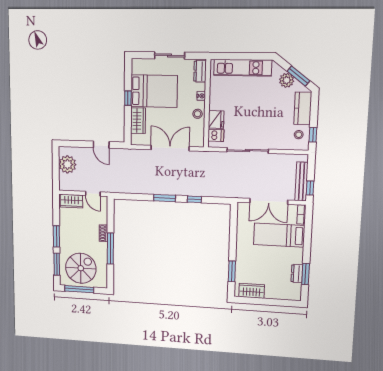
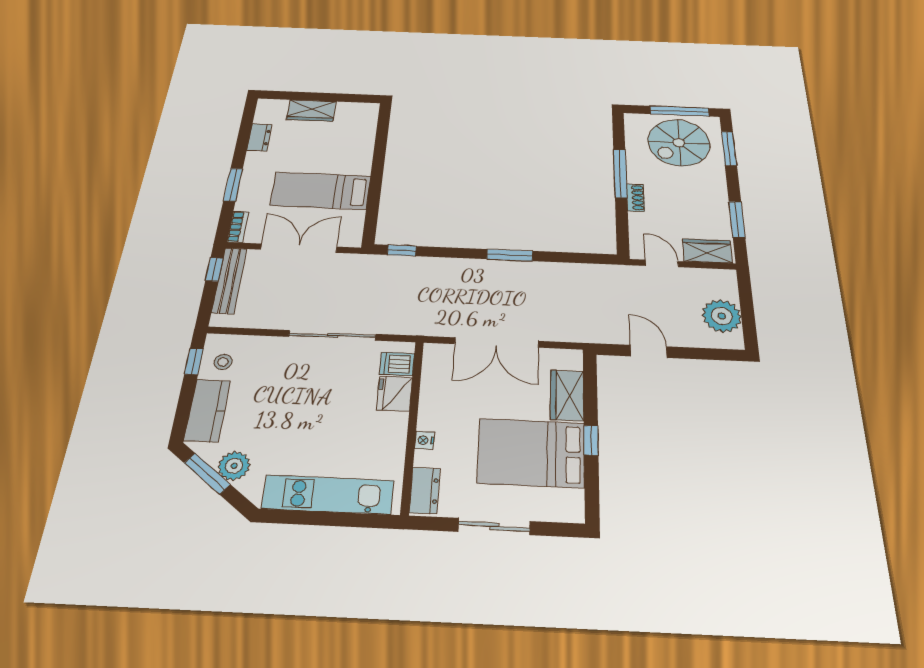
stool: (198, 114) -> (434, 406), removed
window: (194, 199) -> (402, 250), moved
bed: (279, 235) -> (321, 191), moved, turned 180
window: (56, 236) -> (737, 219), moved
window: (232, 271) -> (381, 140), removed
window: (306, 274) -> (233, 185), moved
wardrobe: (252, 291) -> (311, 110), moved

